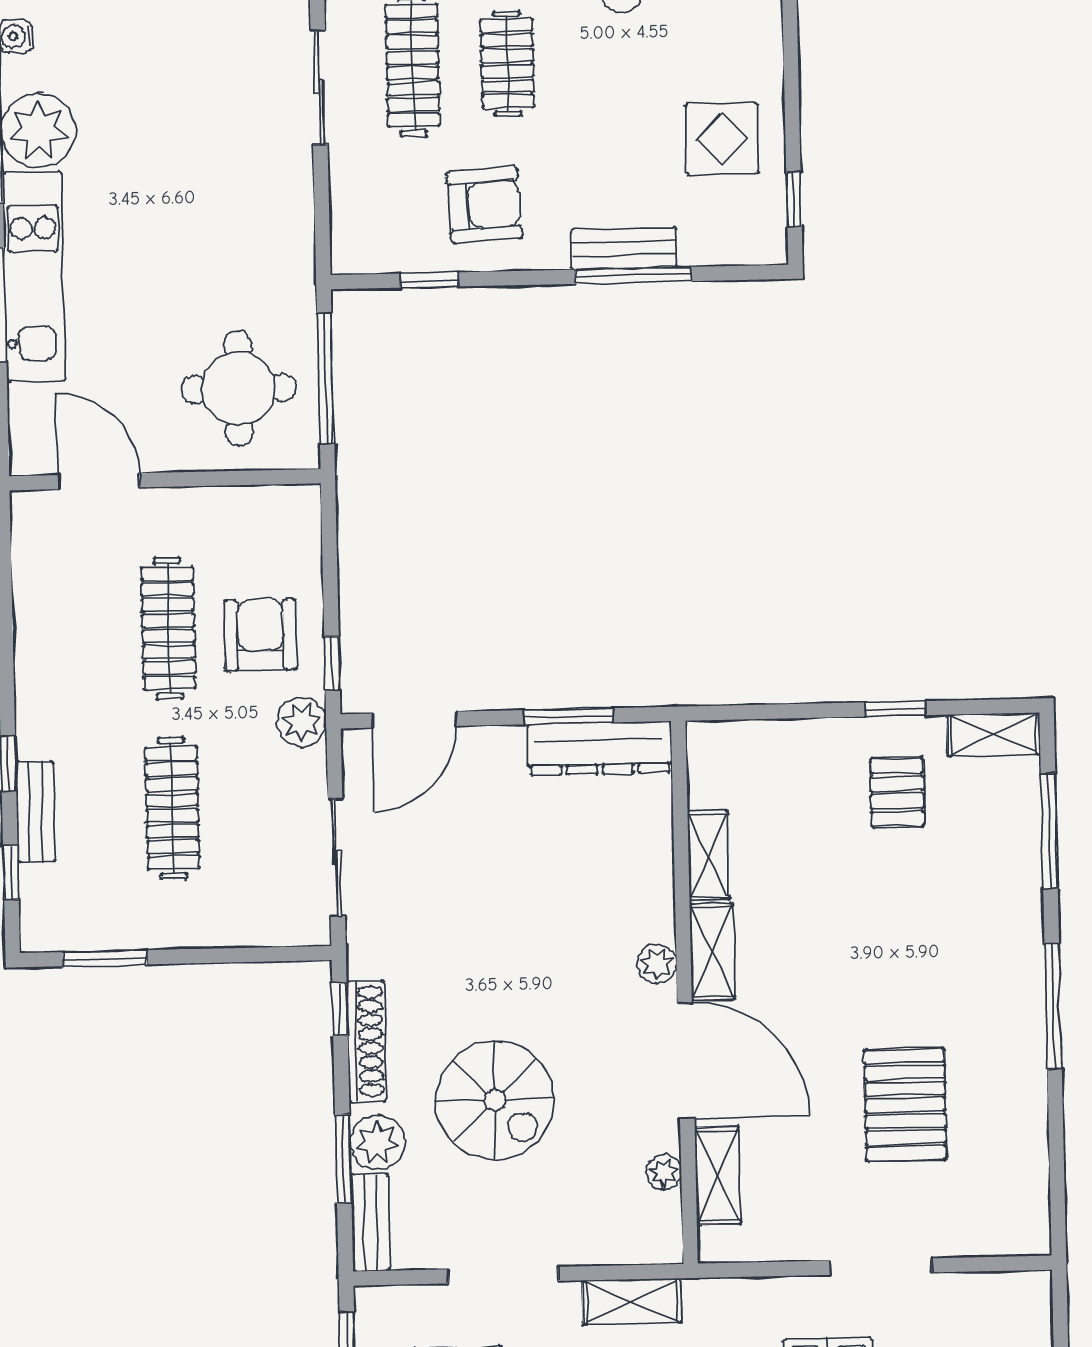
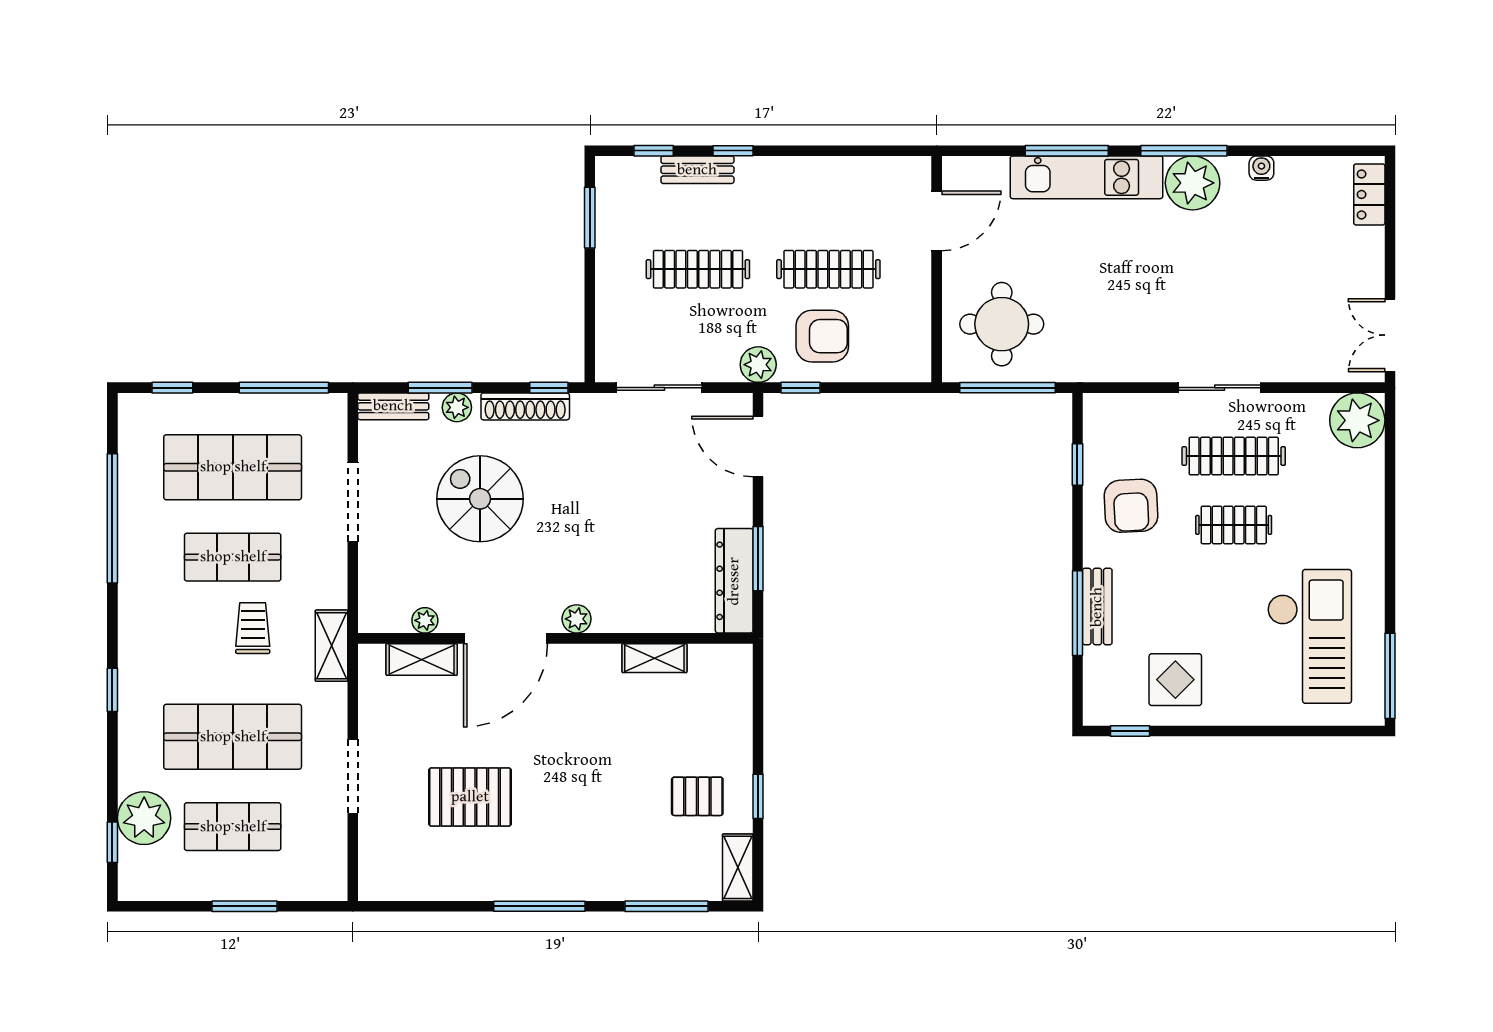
shelving: (712, 952) -> (584, 659), removed
spiral stairs: (495, 1100) -> (480, 499), turned 90
plant: (377, 1142) -> (457, 407), width x0.73, depth x0.73
shelving: (632, 1301) -> (332, 646), moved

